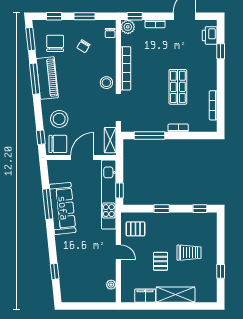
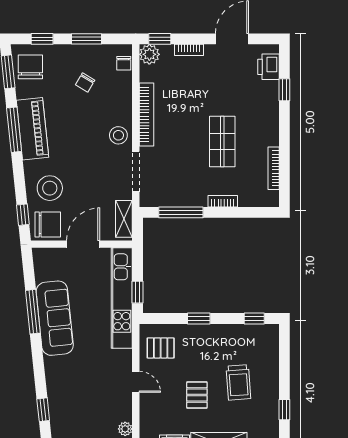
chair: (55, 43) -> (30, 67), moved
trolley: (189, 253) -> (238, 382), turned 86

